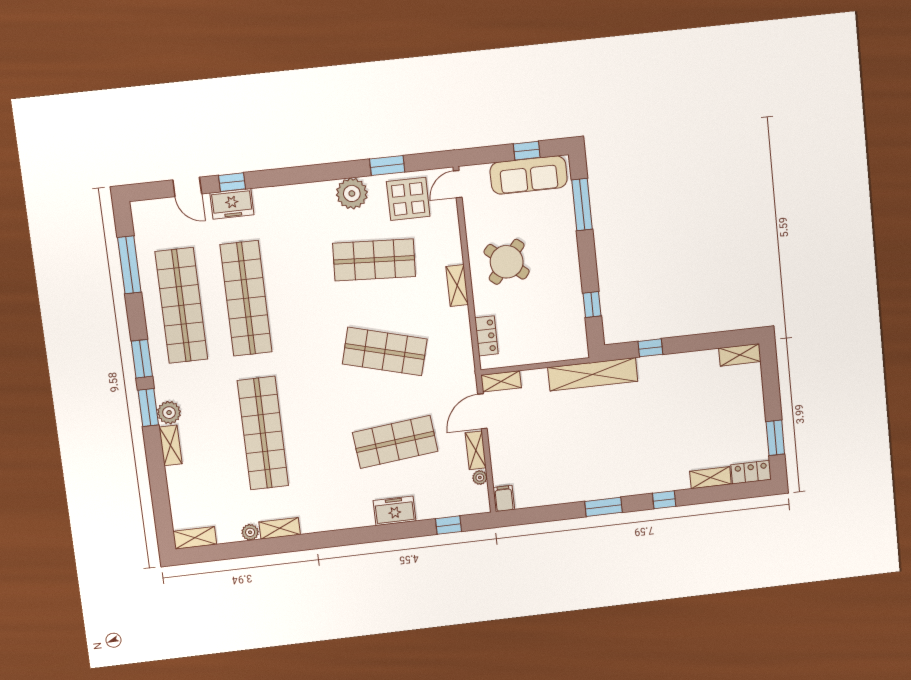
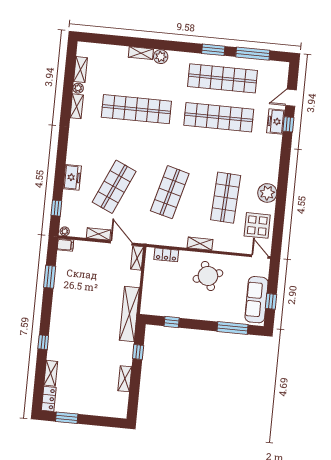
window: (387, 166) -> (279, 217), removed
round table: (507, 262) -> (208, 276), turned 30
shelving: (740, 355) -> (125, 379), moved
window: (142, 359) -> (213, 50), moved
window: (148, 407) -> (166, 45), removed
shop shelf: (395, 442) -> (114, 187), turned 30
plant: (480, 477) -> (65, 231), moved
window: (604, 507) -> (50, 277), moved
shelving: (195, 538) -> (81, 70), moved

